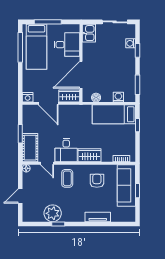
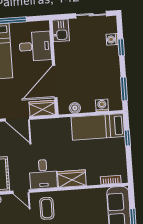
armchair: (97, 181) -> (83, 209), removed

